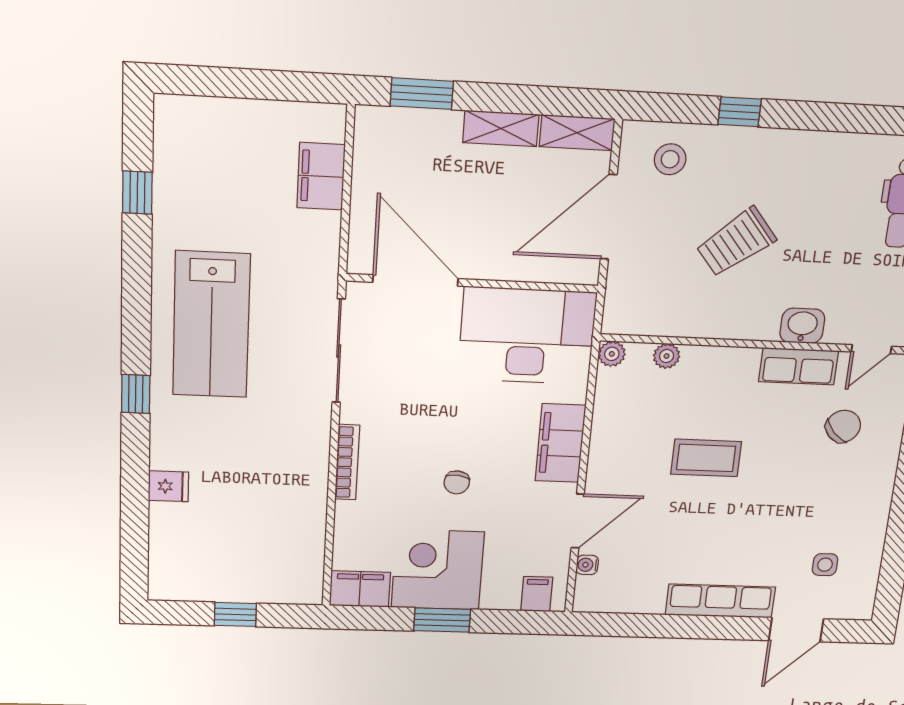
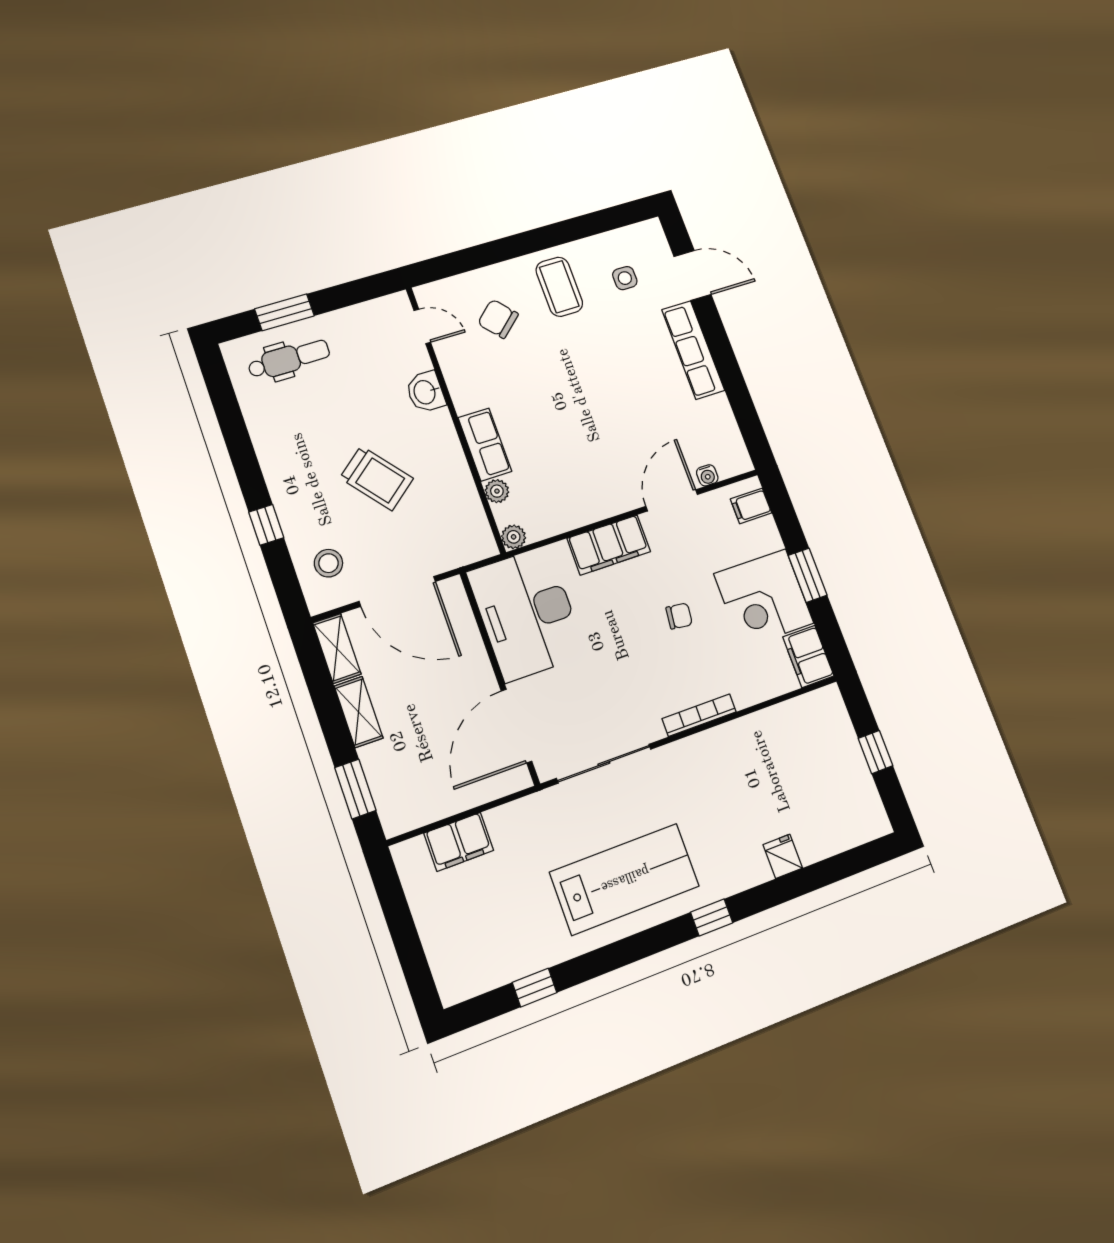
row of seats: (799, 366) -> (485, 445), moved
coffee table: (706, 458) -> (559, 287), moved
door: (578, 521) -> (672, 500), hinge flipped

